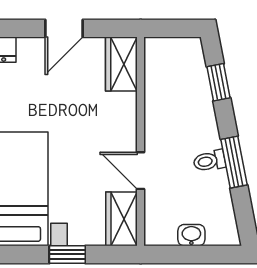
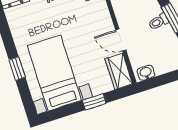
washbasin: (191, 235) -> (146, 73), moved

